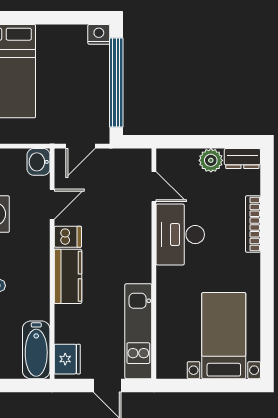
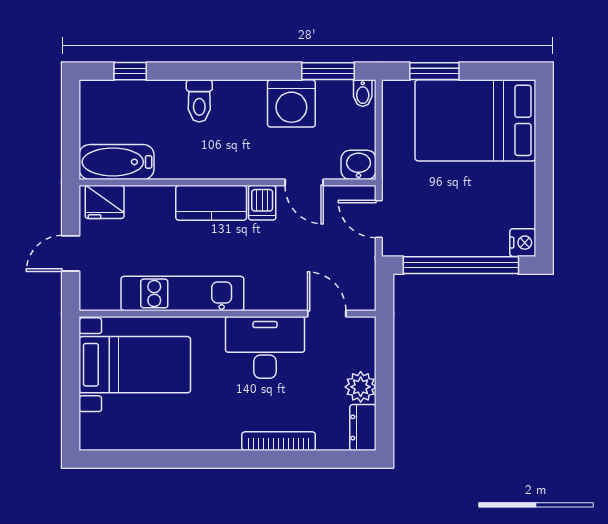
door: (154, 187) -> (327, 314), swing flipped
kitchen unit: (138, 331) -> (182, 293), moved
bed with nightstands: (224, 336) -> (135, 365), moved

